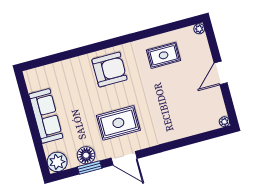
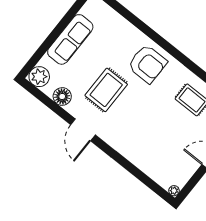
rug: (118, 123) -> (106, 90), moved, turned 90
window: (90, 167) -> (54, 107), removed

